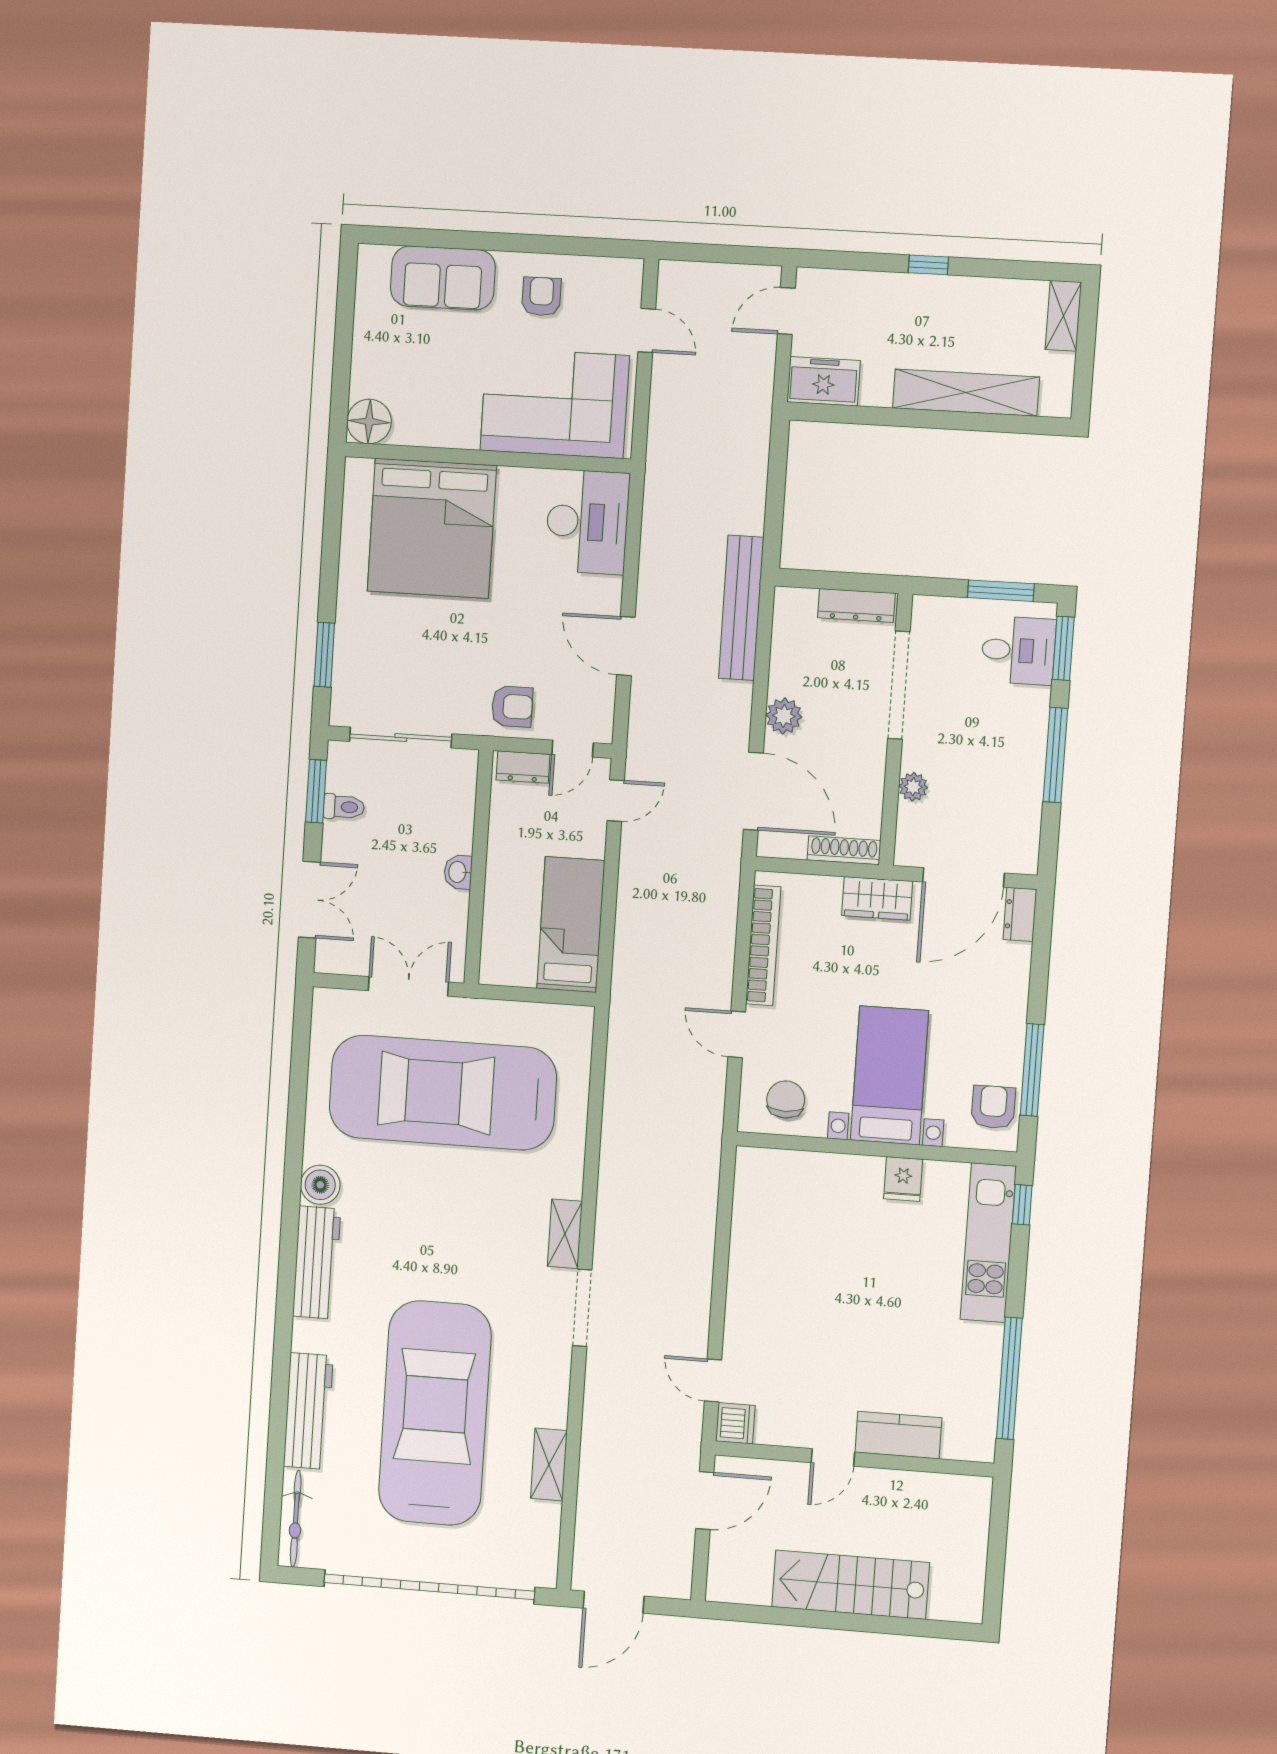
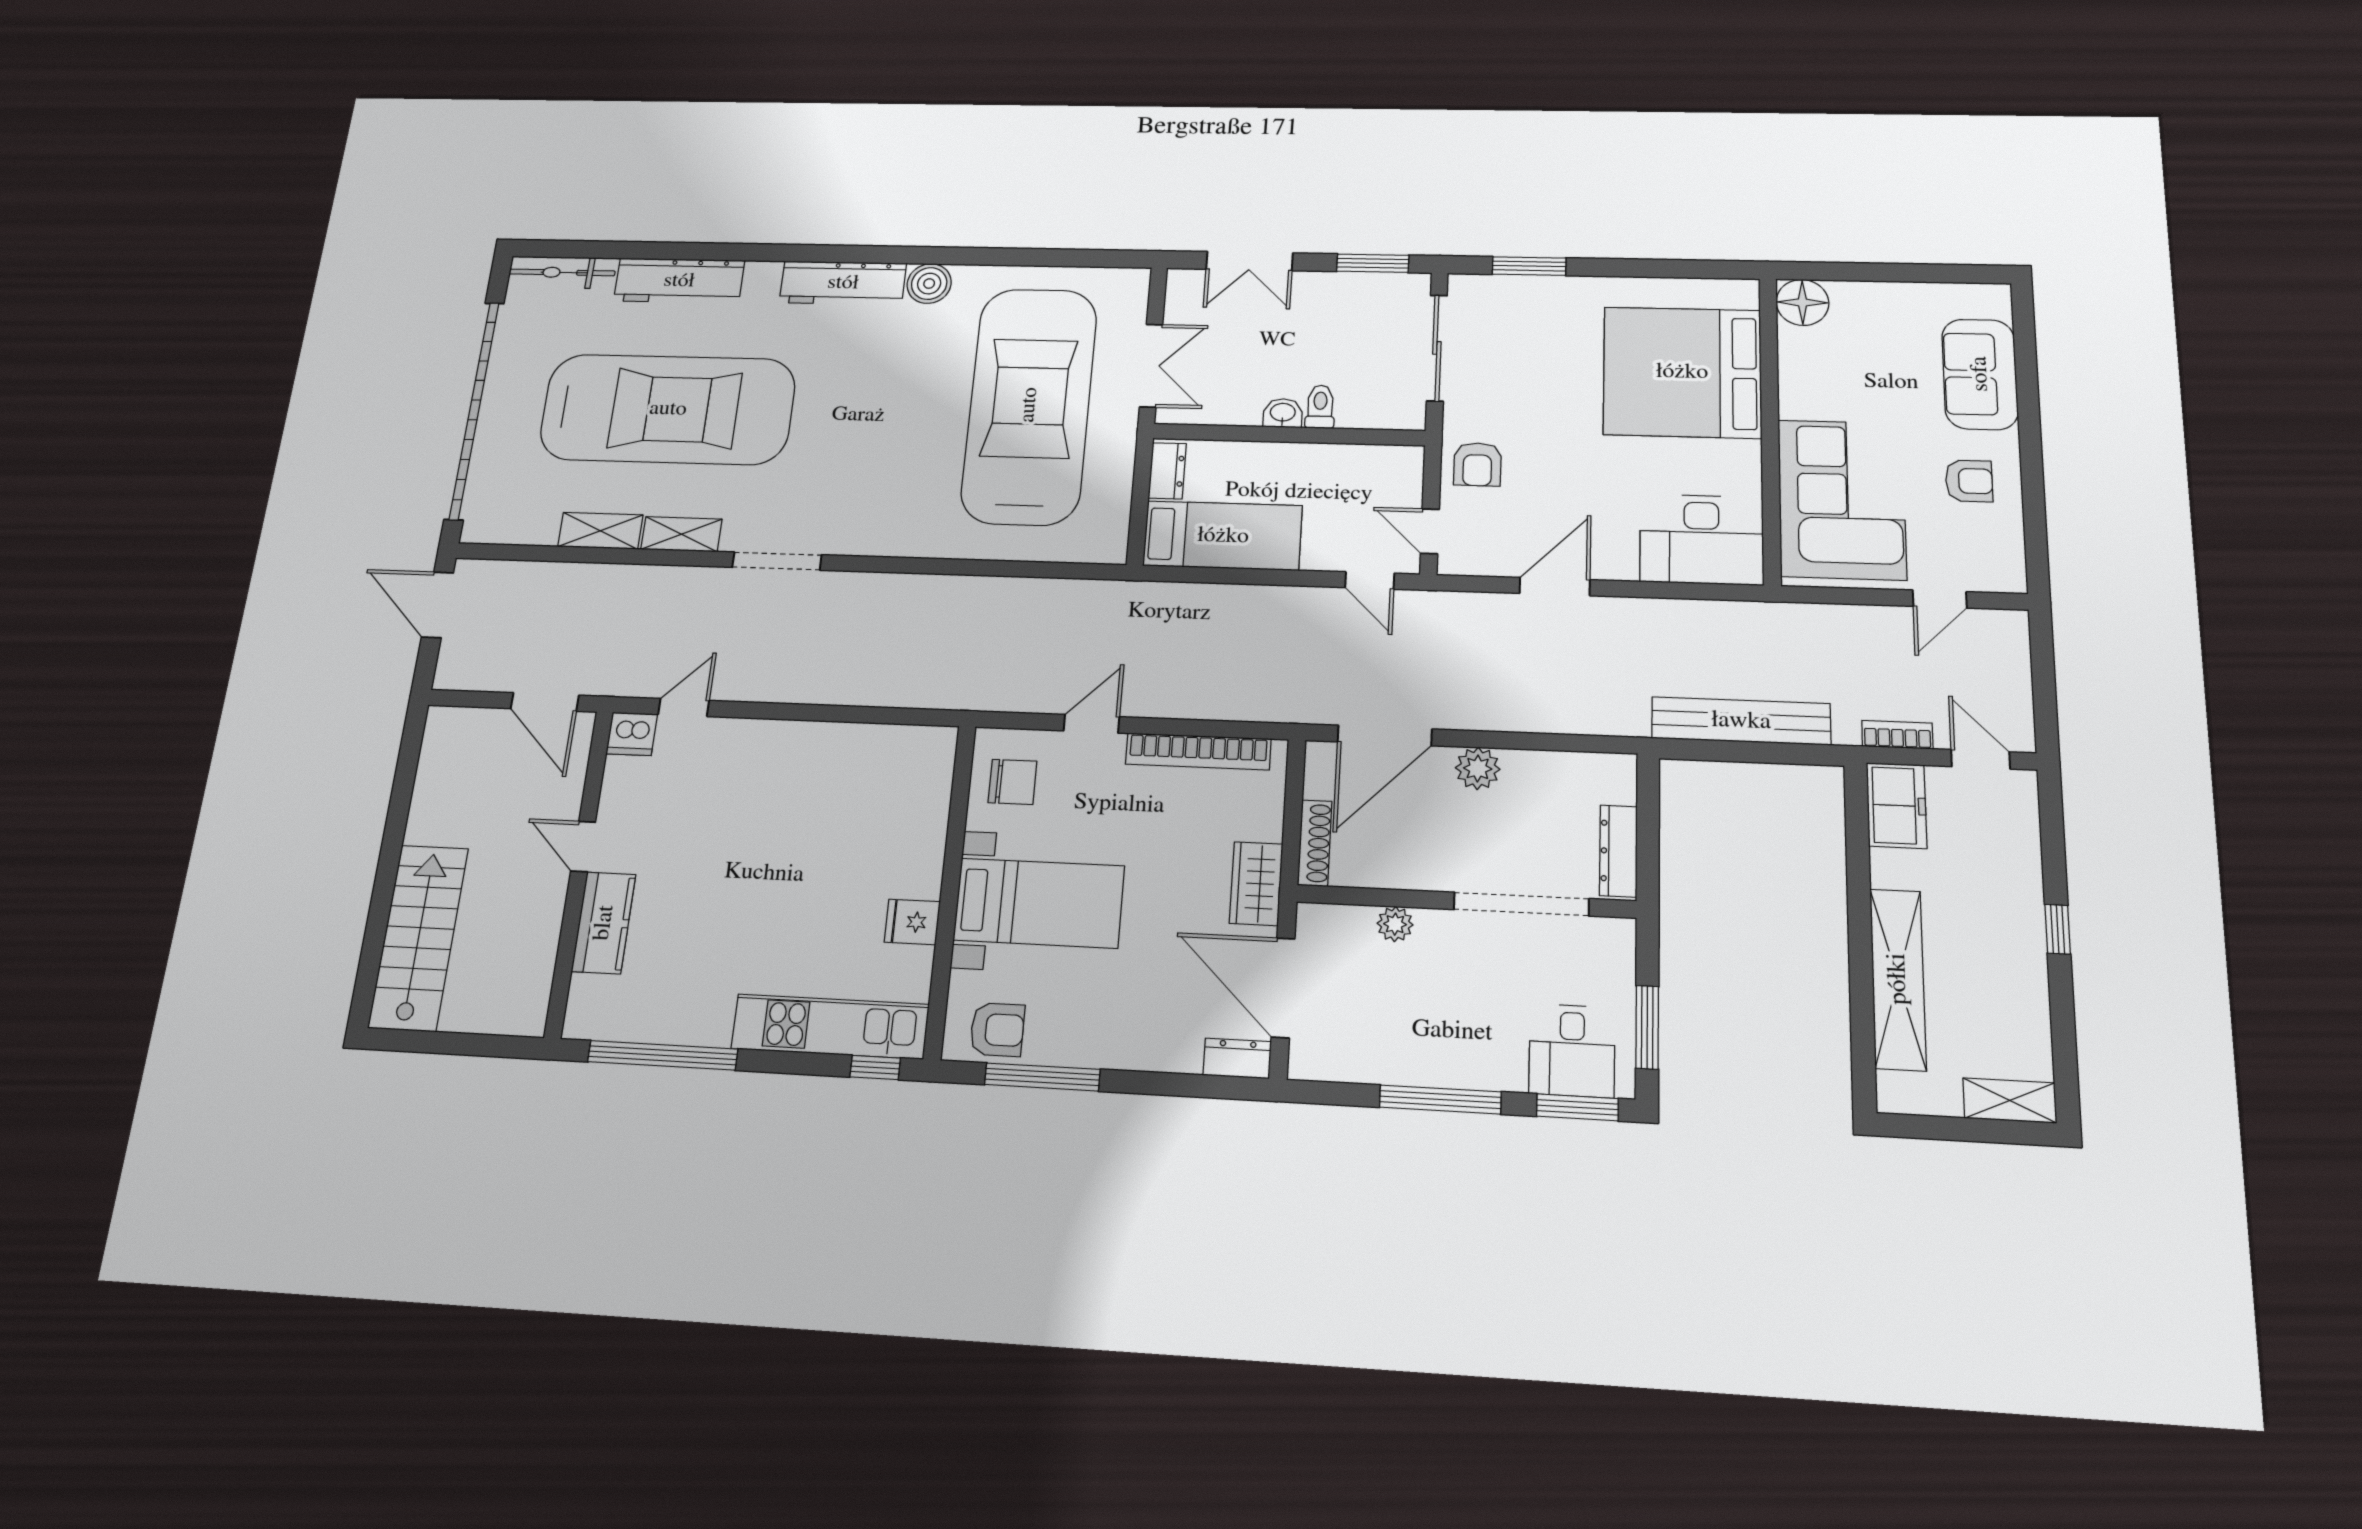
bookcase: (764, 375) -> (1897, 735), added
bench: (741, 608) -> (1741, 721), moved
dresser: (523, 767) -> (1167, 471), moved, turned 180
toilet: (344, 807) -> (1320, 407), moved, turned 180
shelving: (565, 1234) -> (681, 534), moved
stairs: (851, 1585) -> (419, 937), moved

